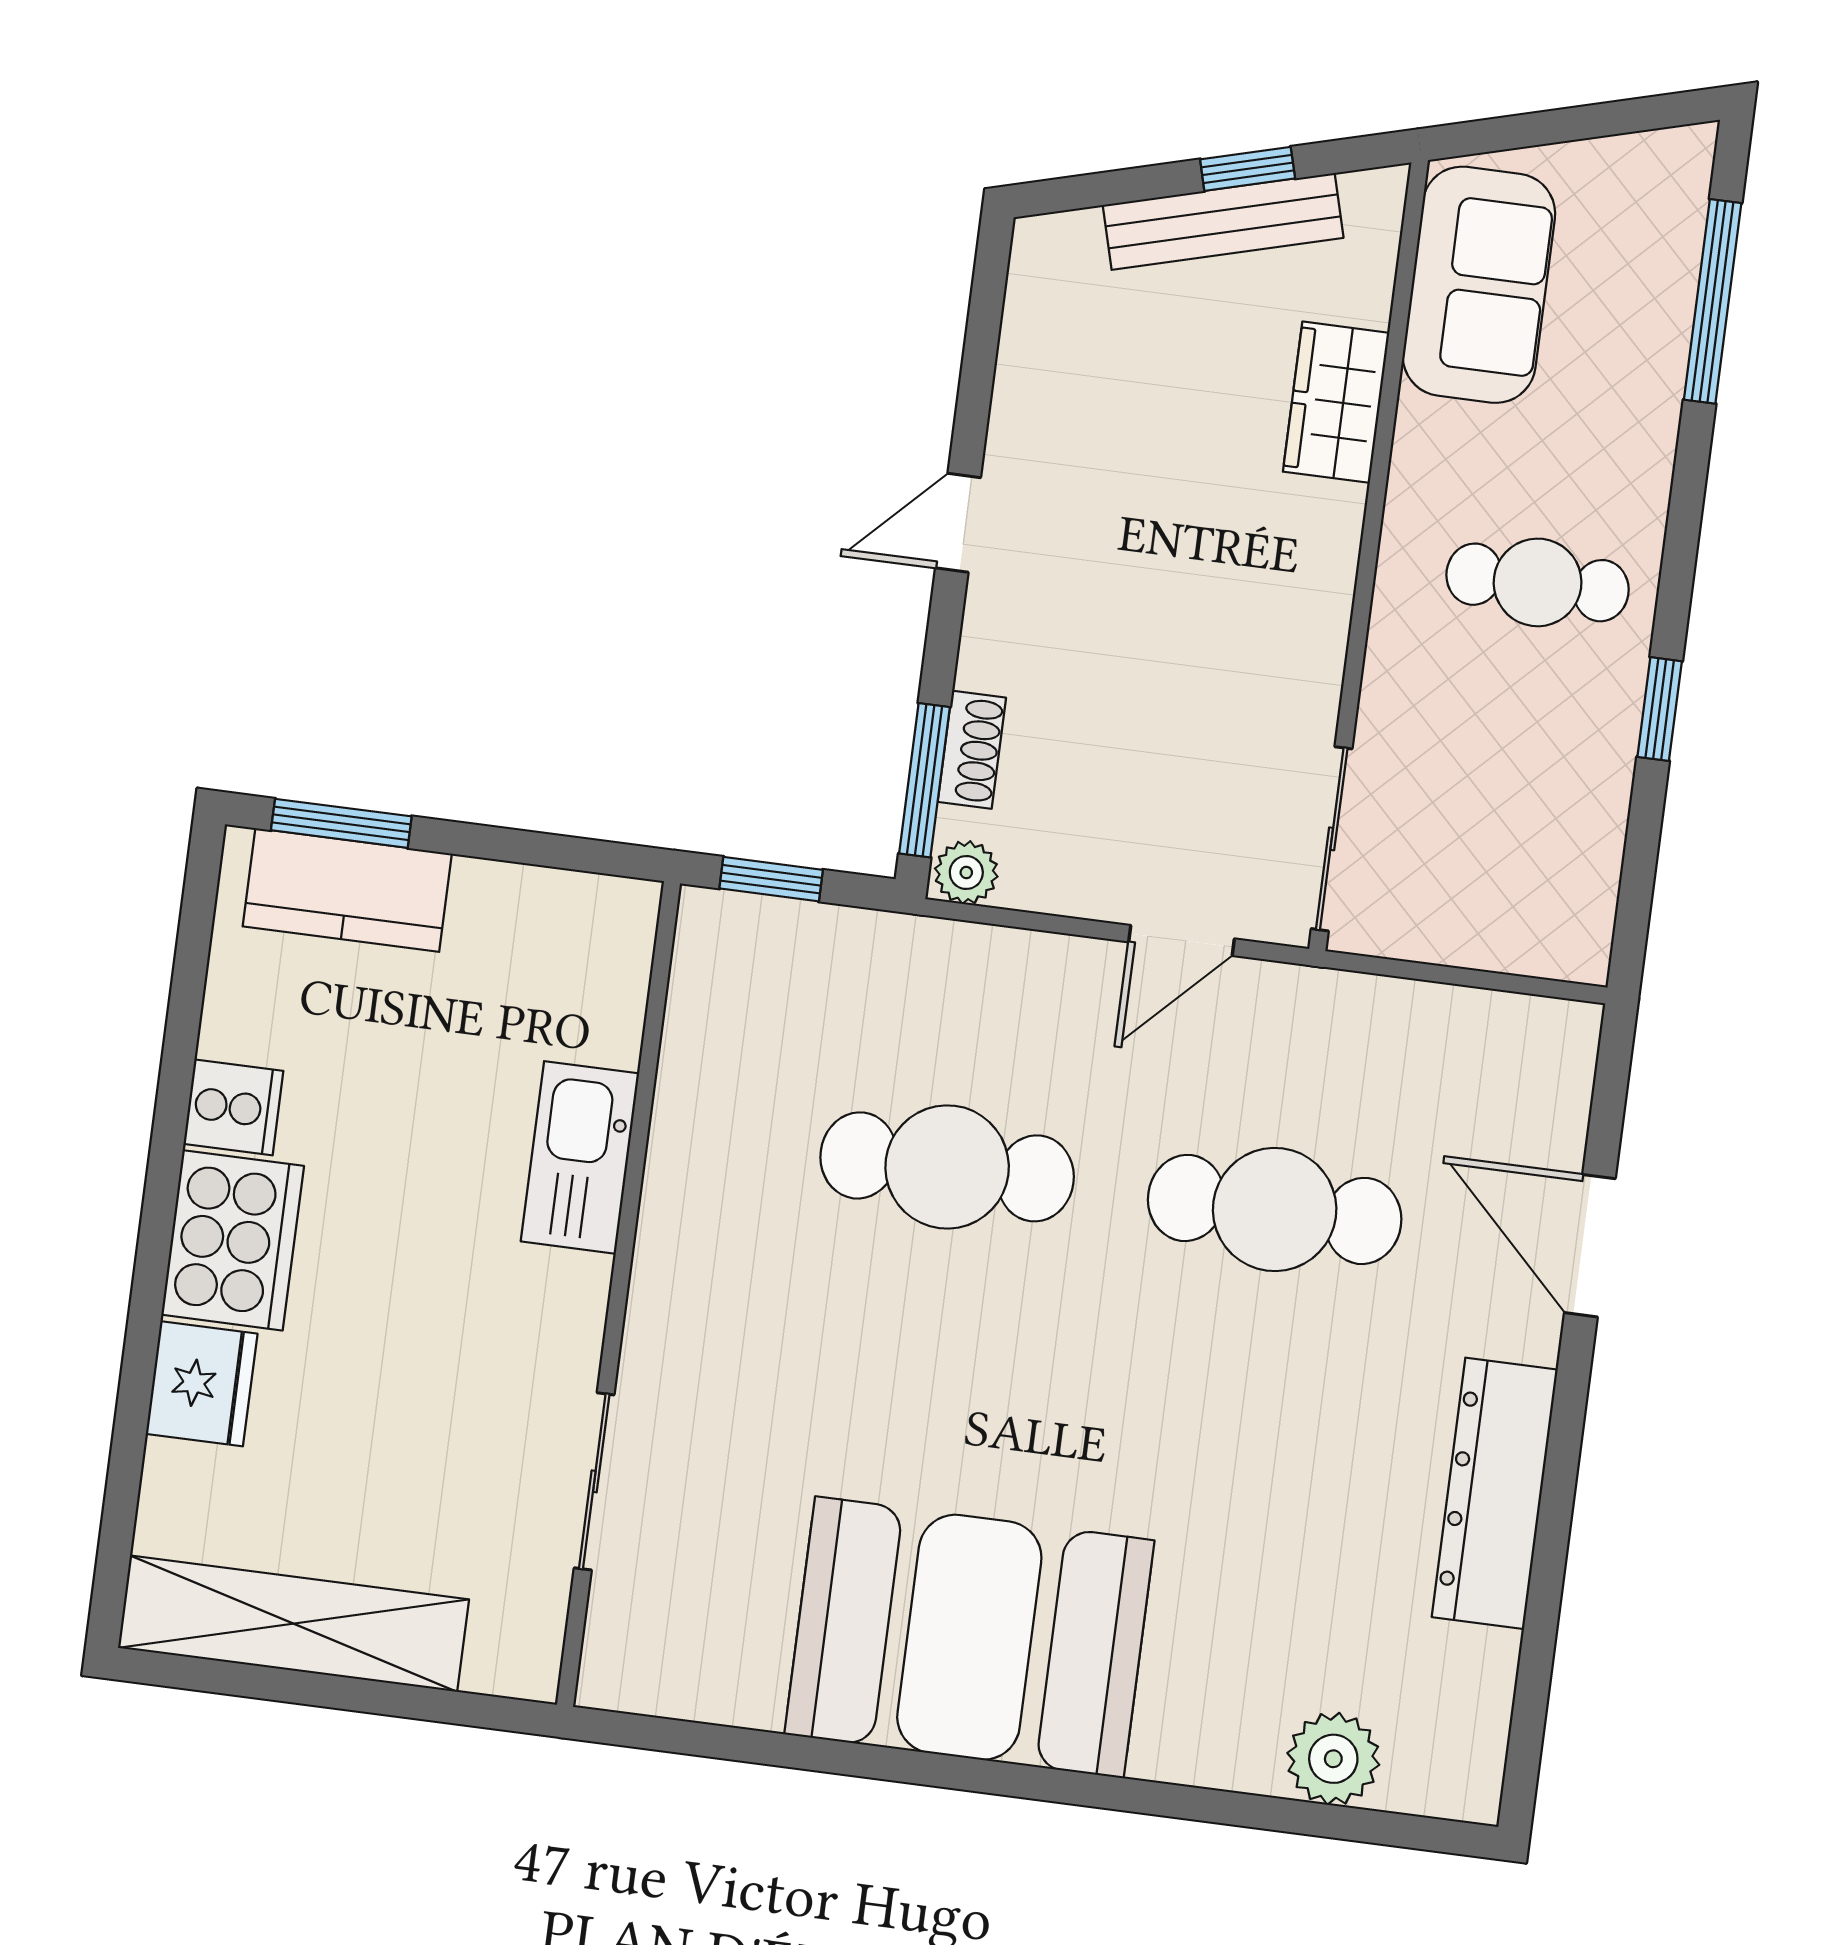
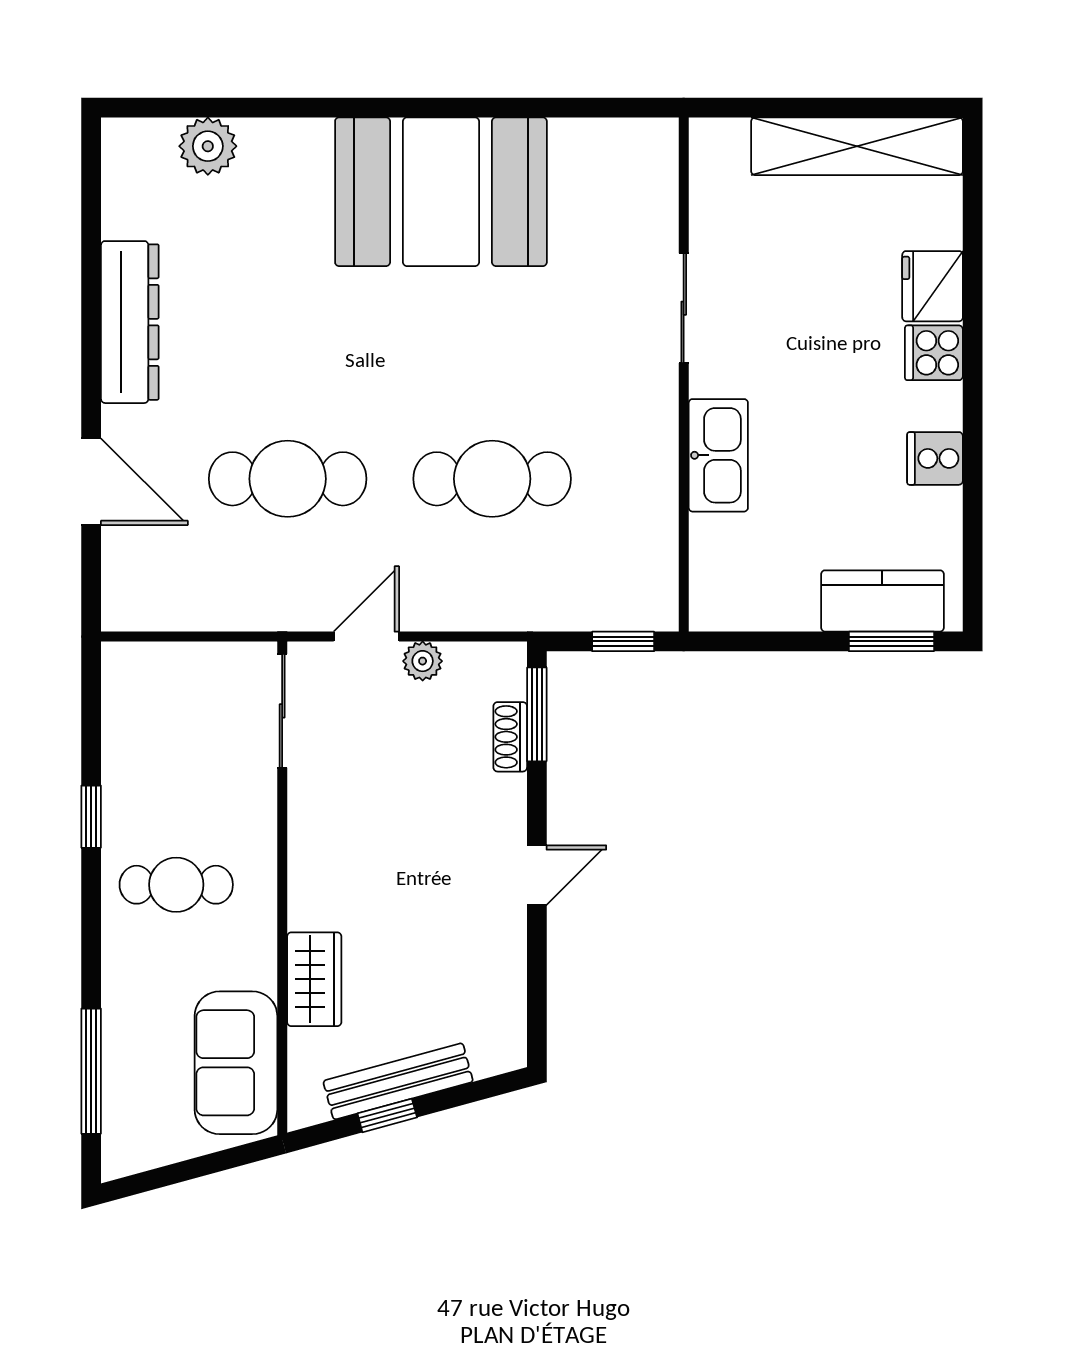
plant: (966, 872) -> (423, 661), moved
cooker: (233, 1240) -> (934, 353), width x0.53, depth x0.76
sliding door: (594, 1481) -> (684, 308), moved

